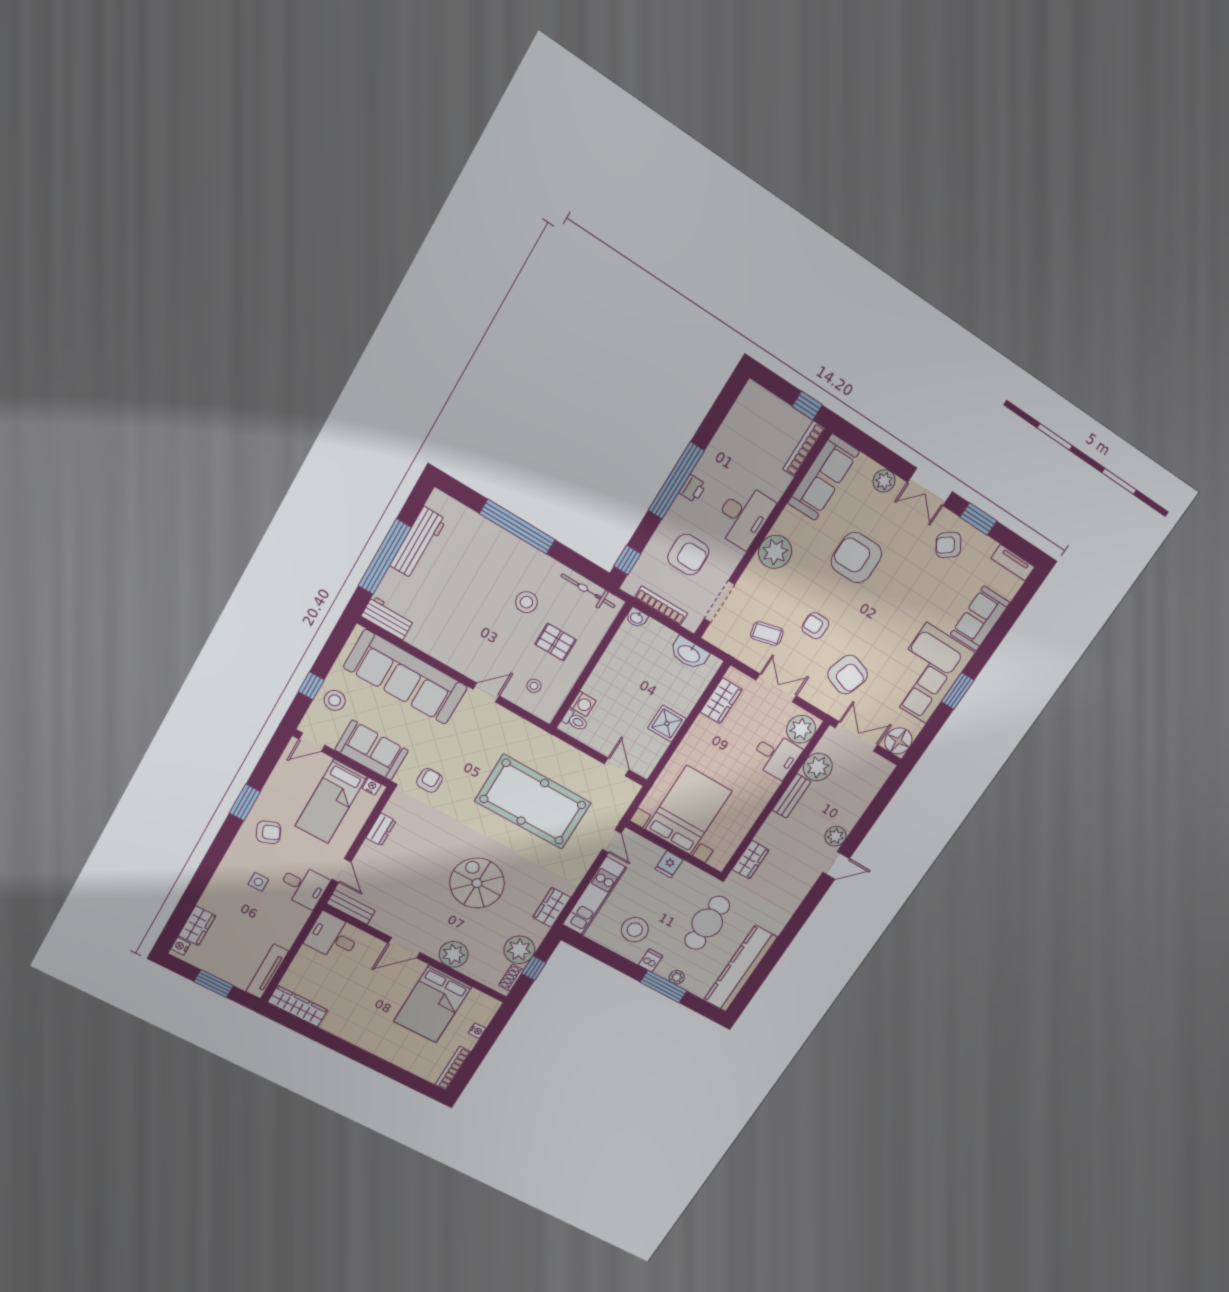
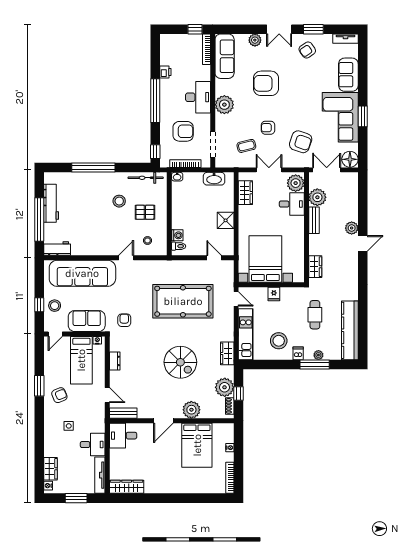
printer: (693, 489) -> (165, 72), moved
spiral stairs: (477, 883) -> (180, 362), turned 180
desk: (303, 886) -> (93, 445), moved
cafe table: (707, 923) -> (315, 315), width x0.73, depth x0.74

